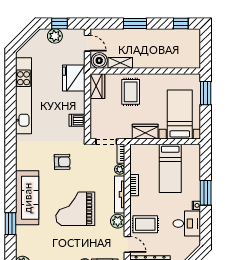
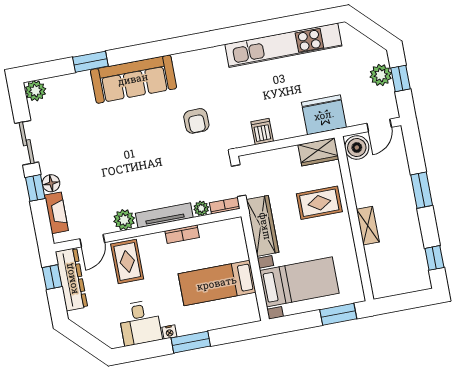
shelving: (120, 63) -> (368, 226), moved
wardrobe: (145, 132) -> (263, 226), width x1.50
grand piano: (75, 209) -> (131, 154), removed

